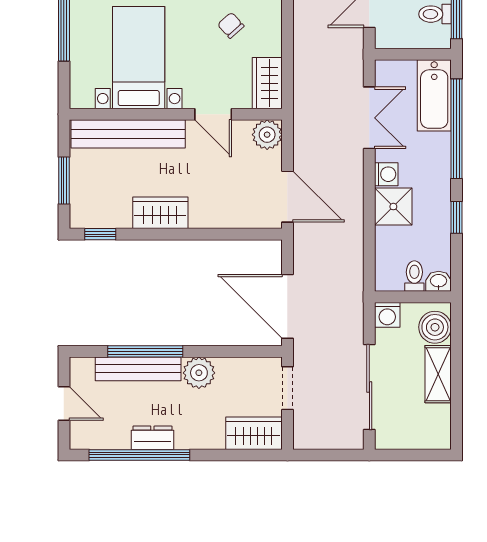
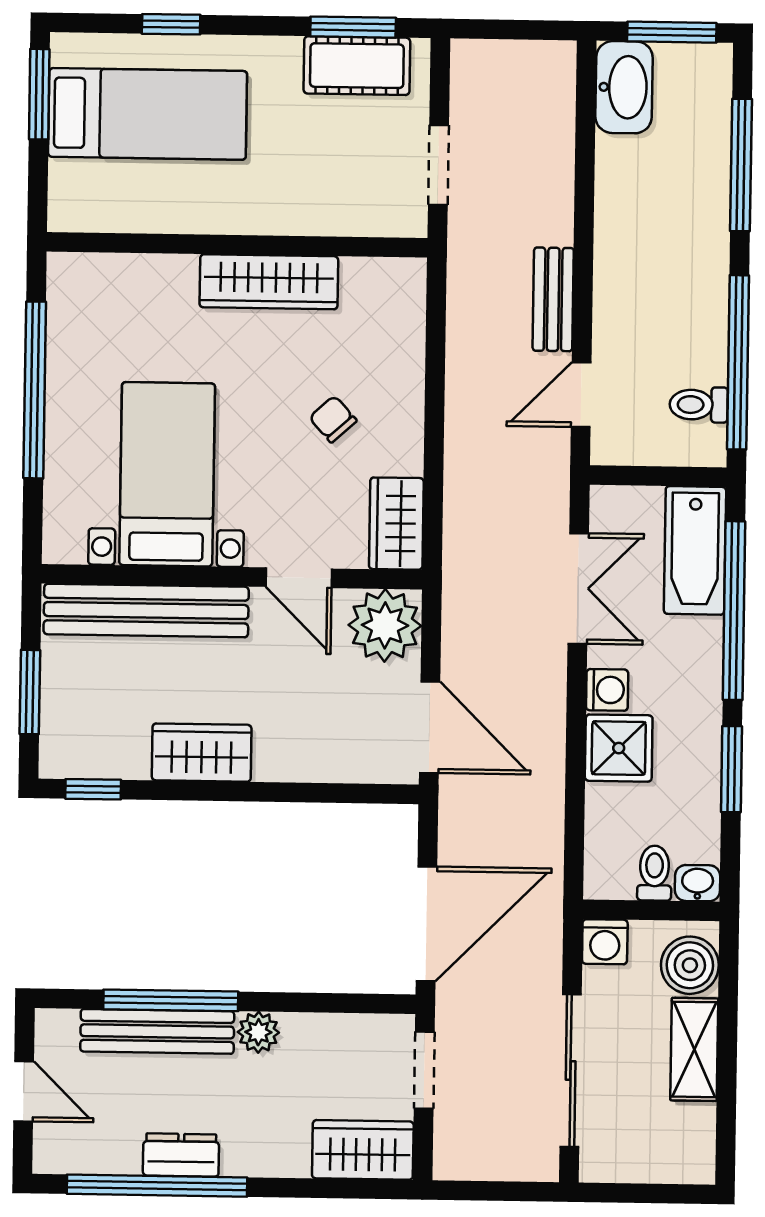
plant: (267, 135) -> (385, 625), width x1.36, depth x1.36
window: (457, 217) -> (732, 769), width x1.50
door: (287, 306) -> (426, 924), swing flipped
plant: (199, 373) -> (258, 1032), width x0.73, depth x0.73

